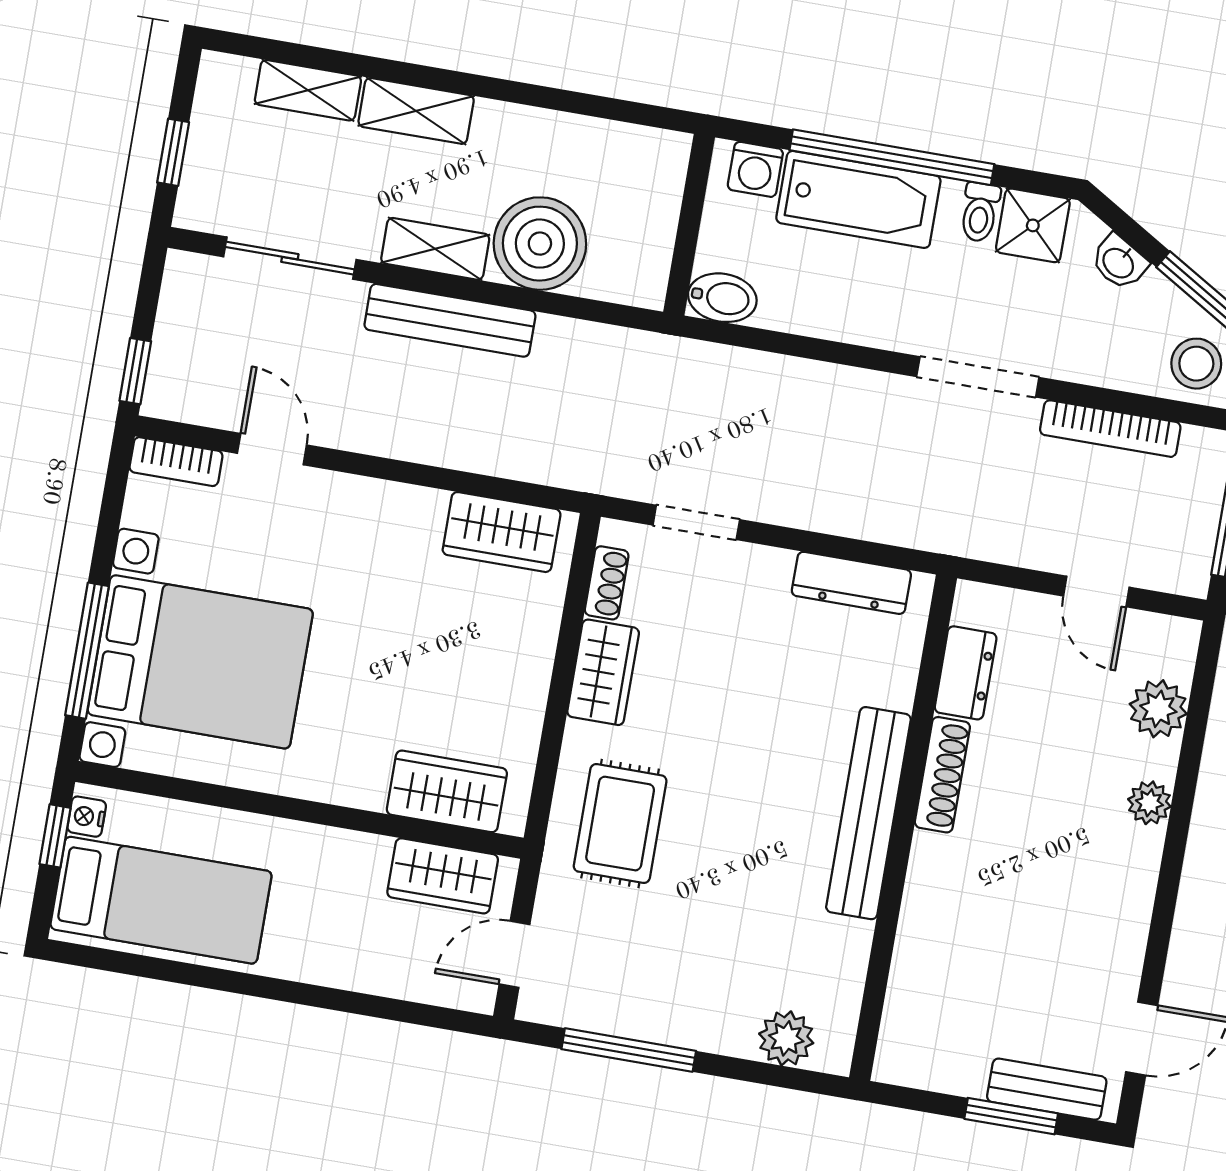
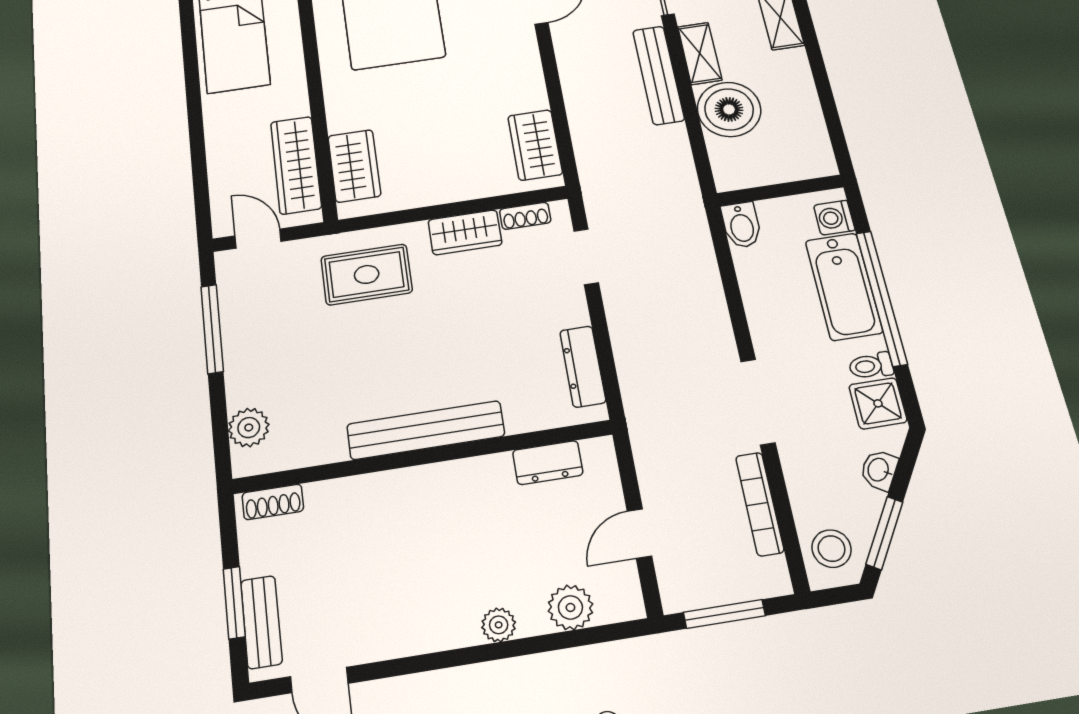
shoe rack: (942, 775) -> (273, 502), moved, width x0.70
wardrobe: (443, 876) -> (296, 165), width x1.50

